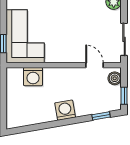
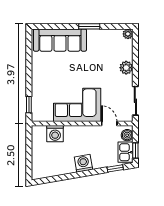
corner sofa: (25, 36) -> (77, 105), moved, turned -90
kitchen sink: (113, 98) -> (125, 152), added

